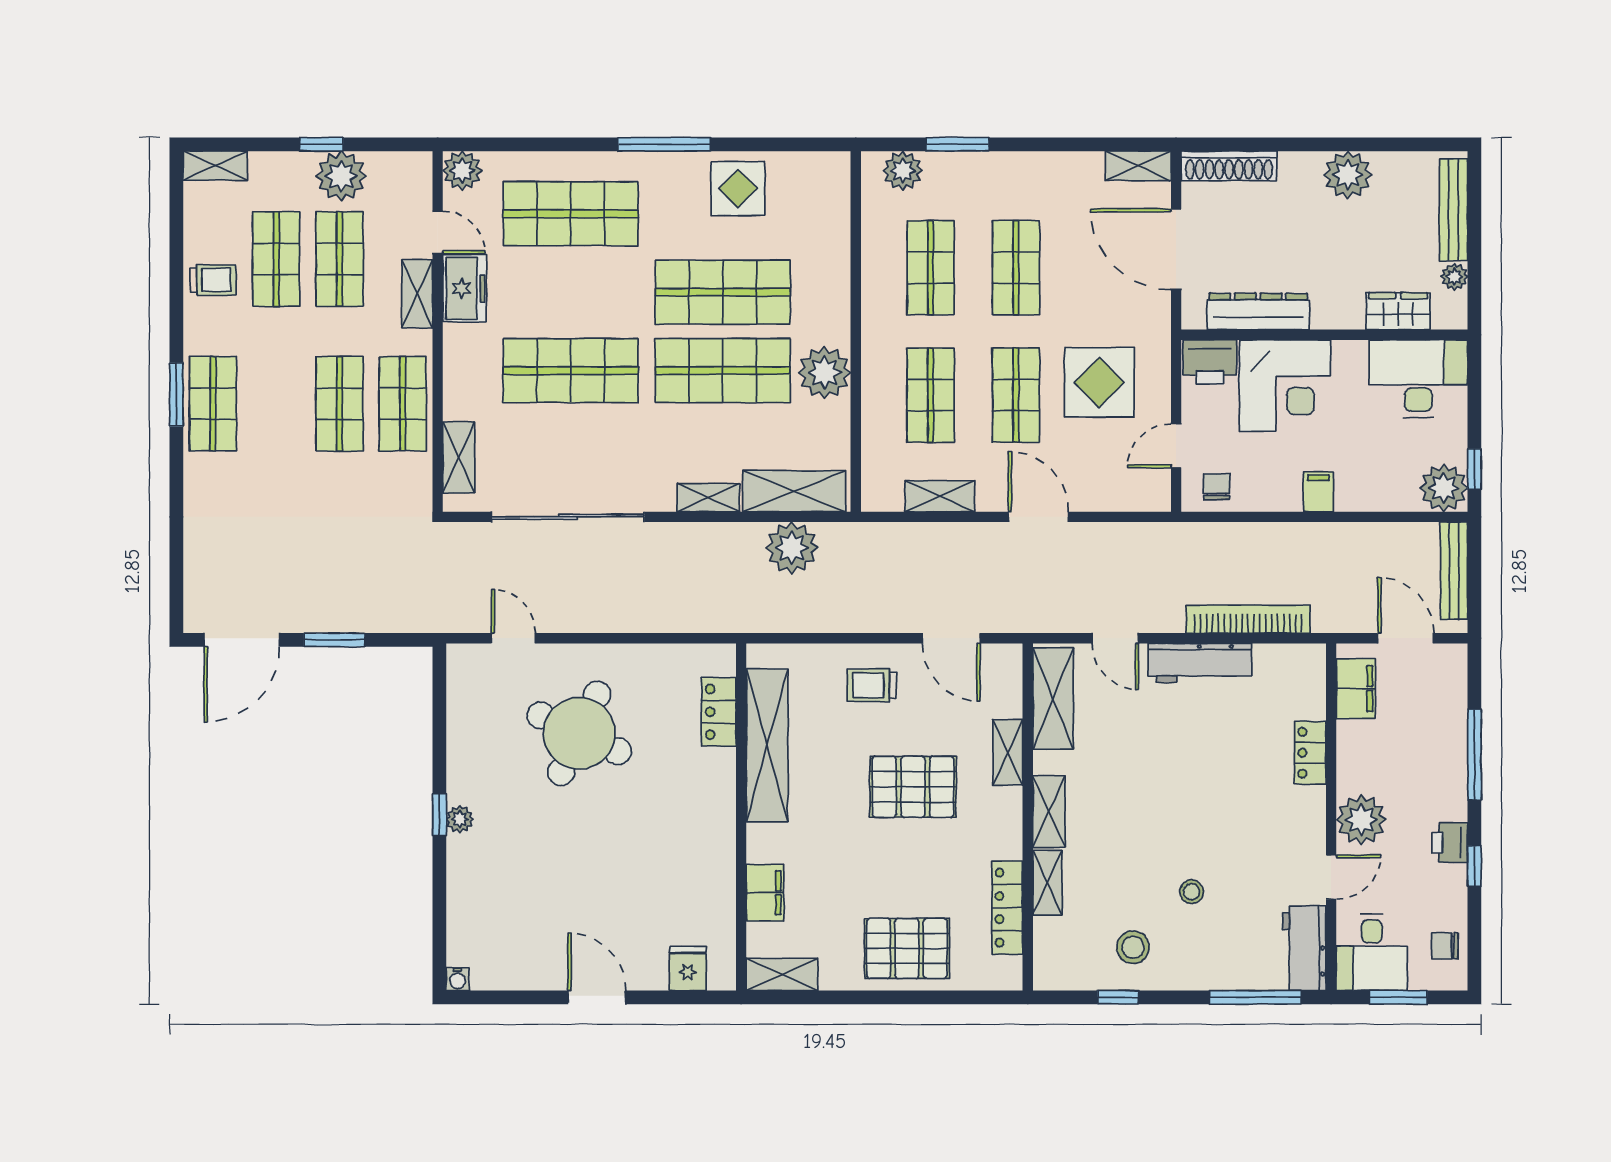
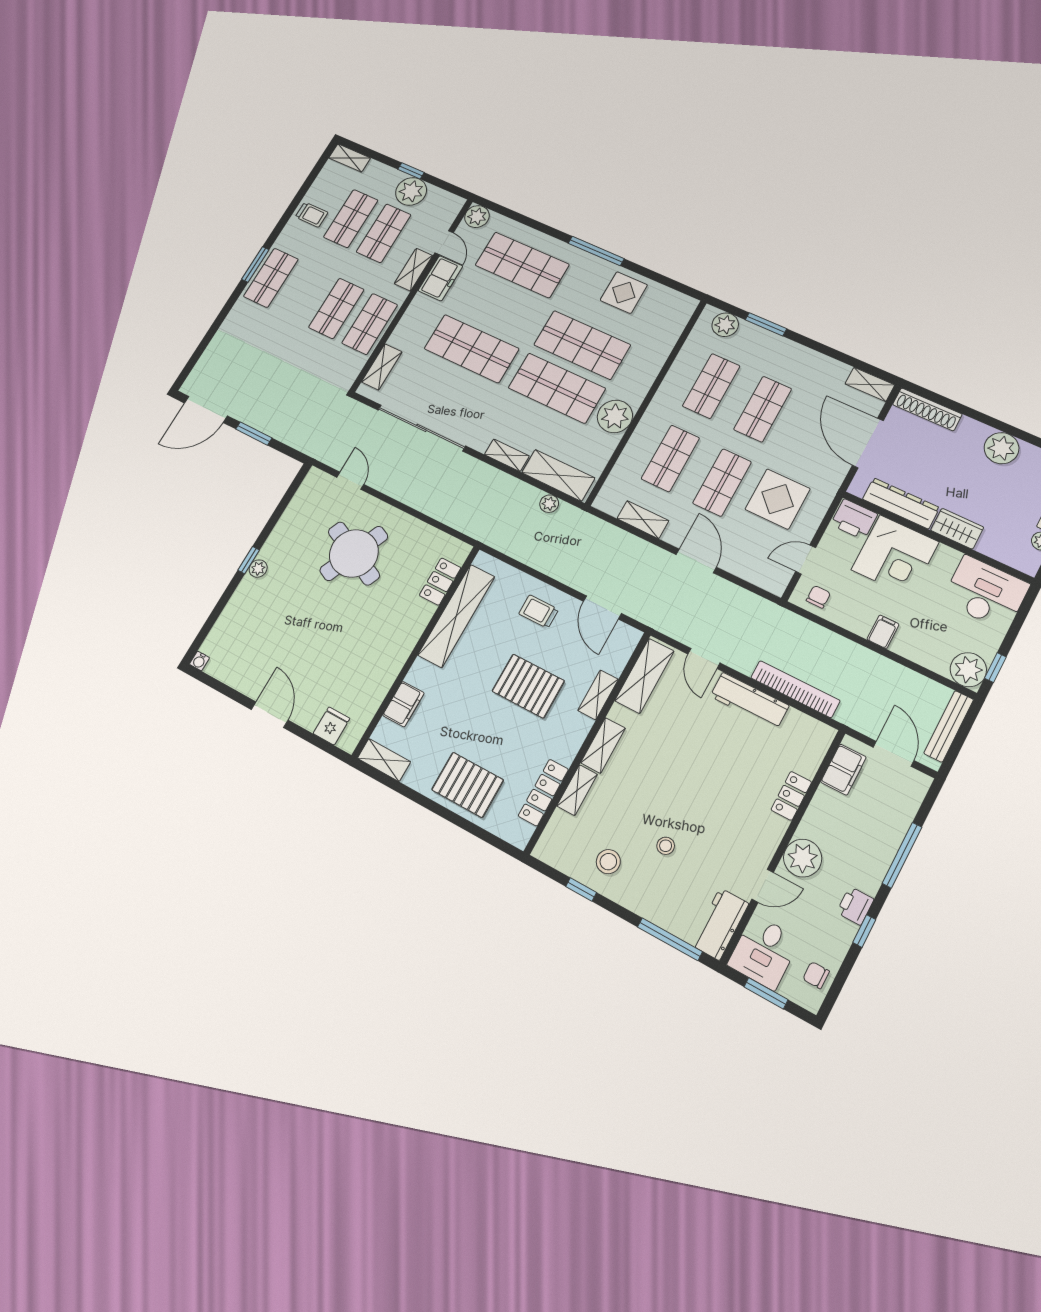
wardrobe: (1398, 311) -> (957, 529), moved
plant: (792, 548) -> (549, 504), width x0.53, depth x0.53

